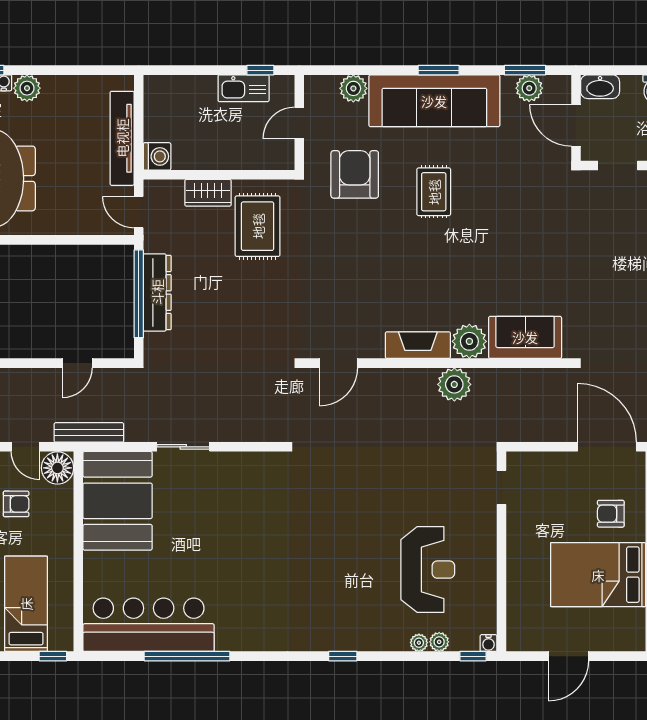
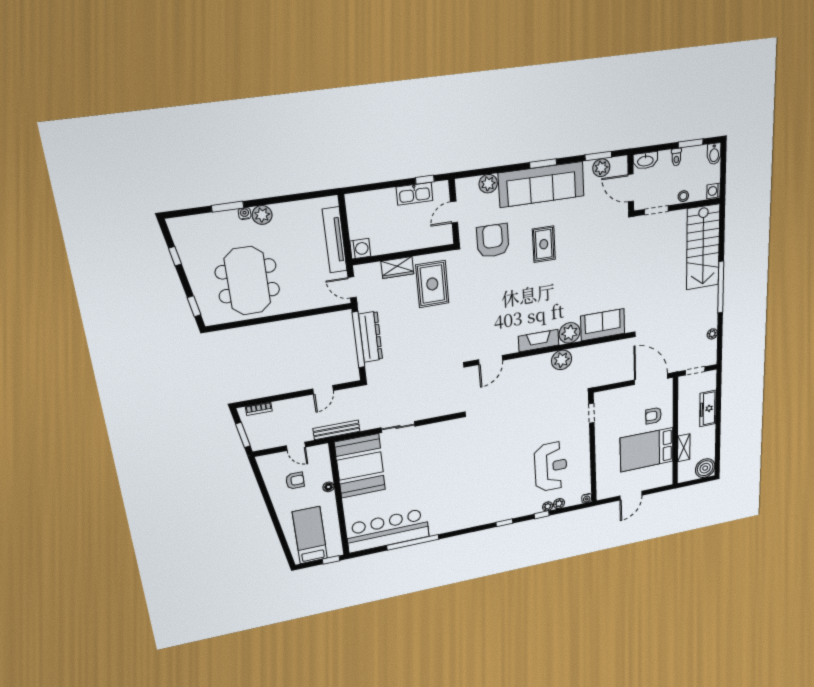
floor lamp: (57, 468) -> (328, 487), moved, width x0.53, depth x0.53
window: (473, 656) -> (542, 515), moved

